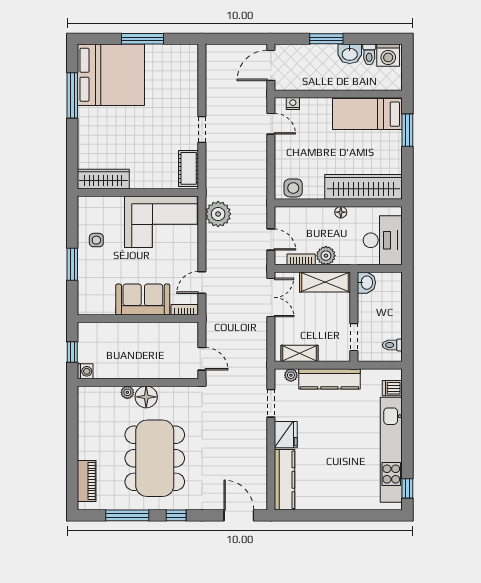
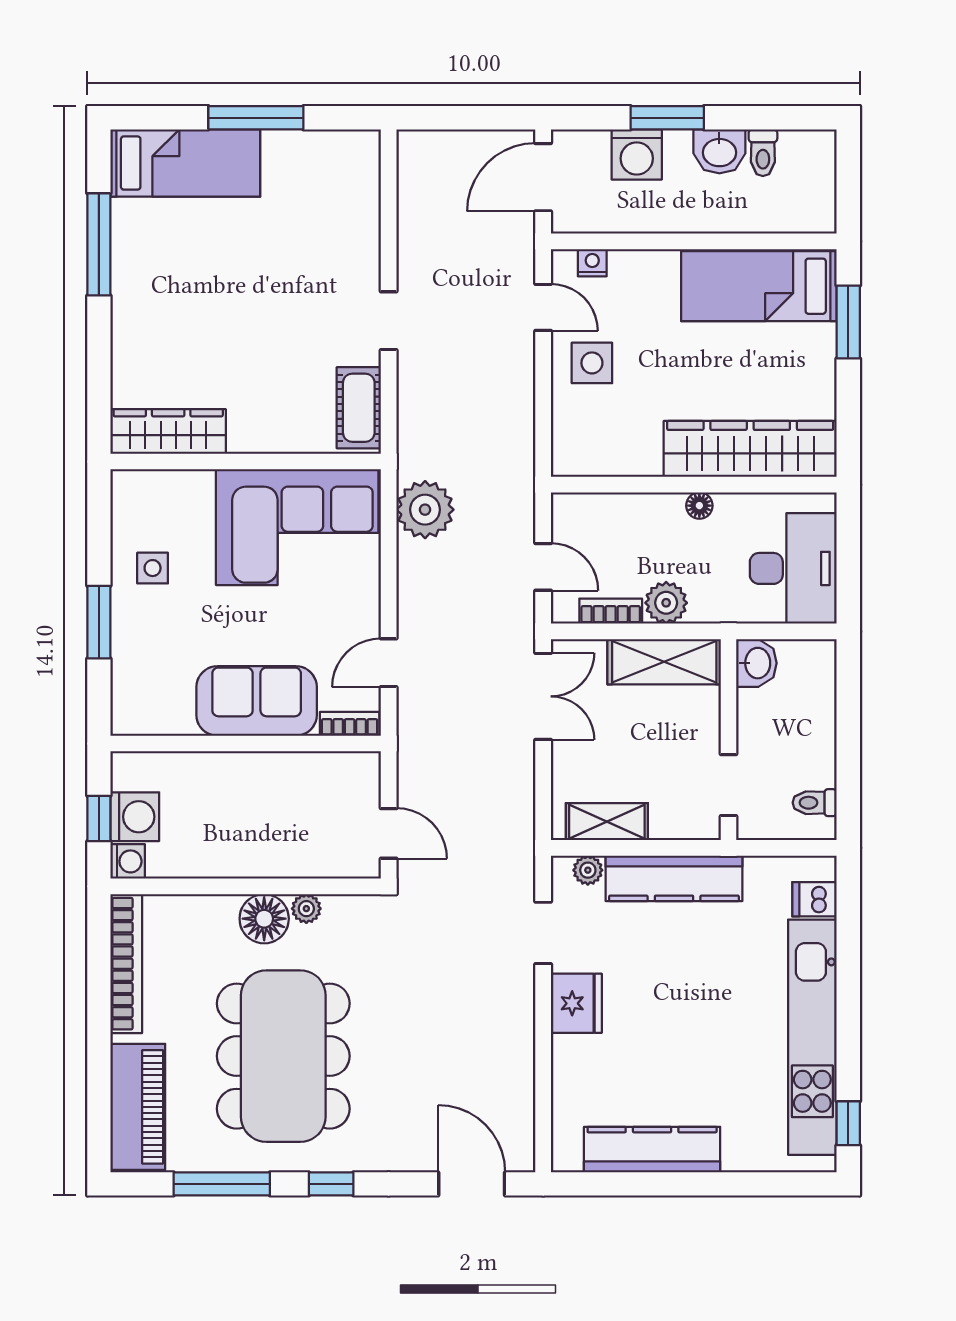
washing machine: (388, 55) -> (637, 154), moved
bed: (111, 75) -> (185, 163), width x0.49
side table: (293, 188) -> (592, 363), moved
washing machine: (88, 351) -> (135, 817), added
plant: (127, 392) -> (306, 909), moved
bookcase: (85, 417) -> (126, 964), added
kitchen counter: (285, 480) -> (652, 1150), moved, turned -90
piano: (87, 481) -> (138, 1107), width x1.37, depth x1.33

